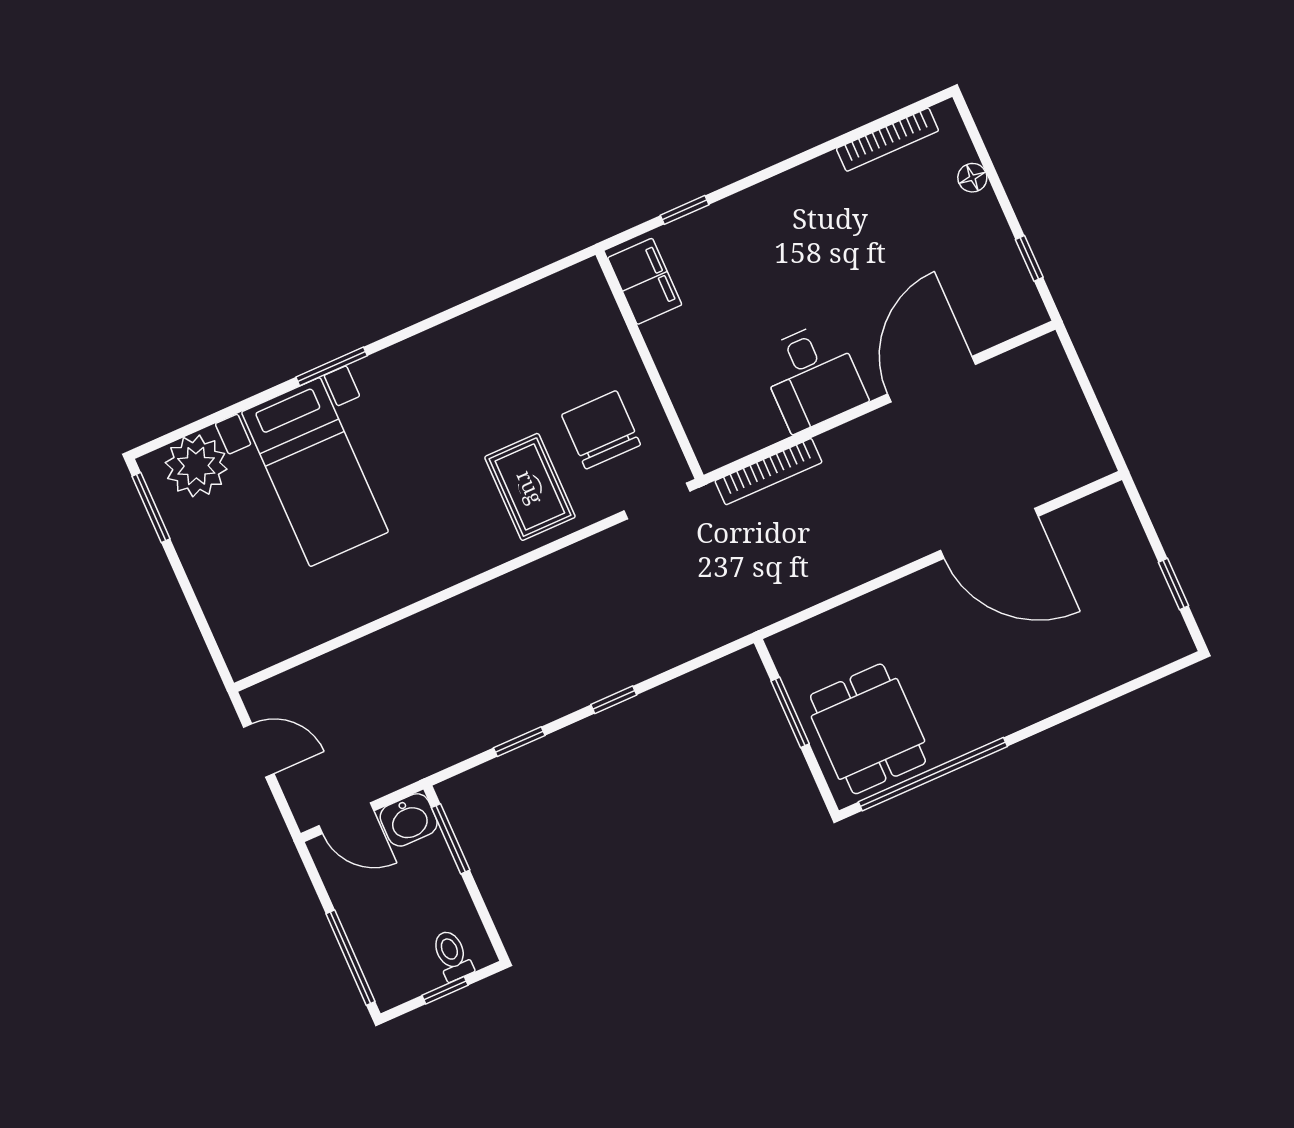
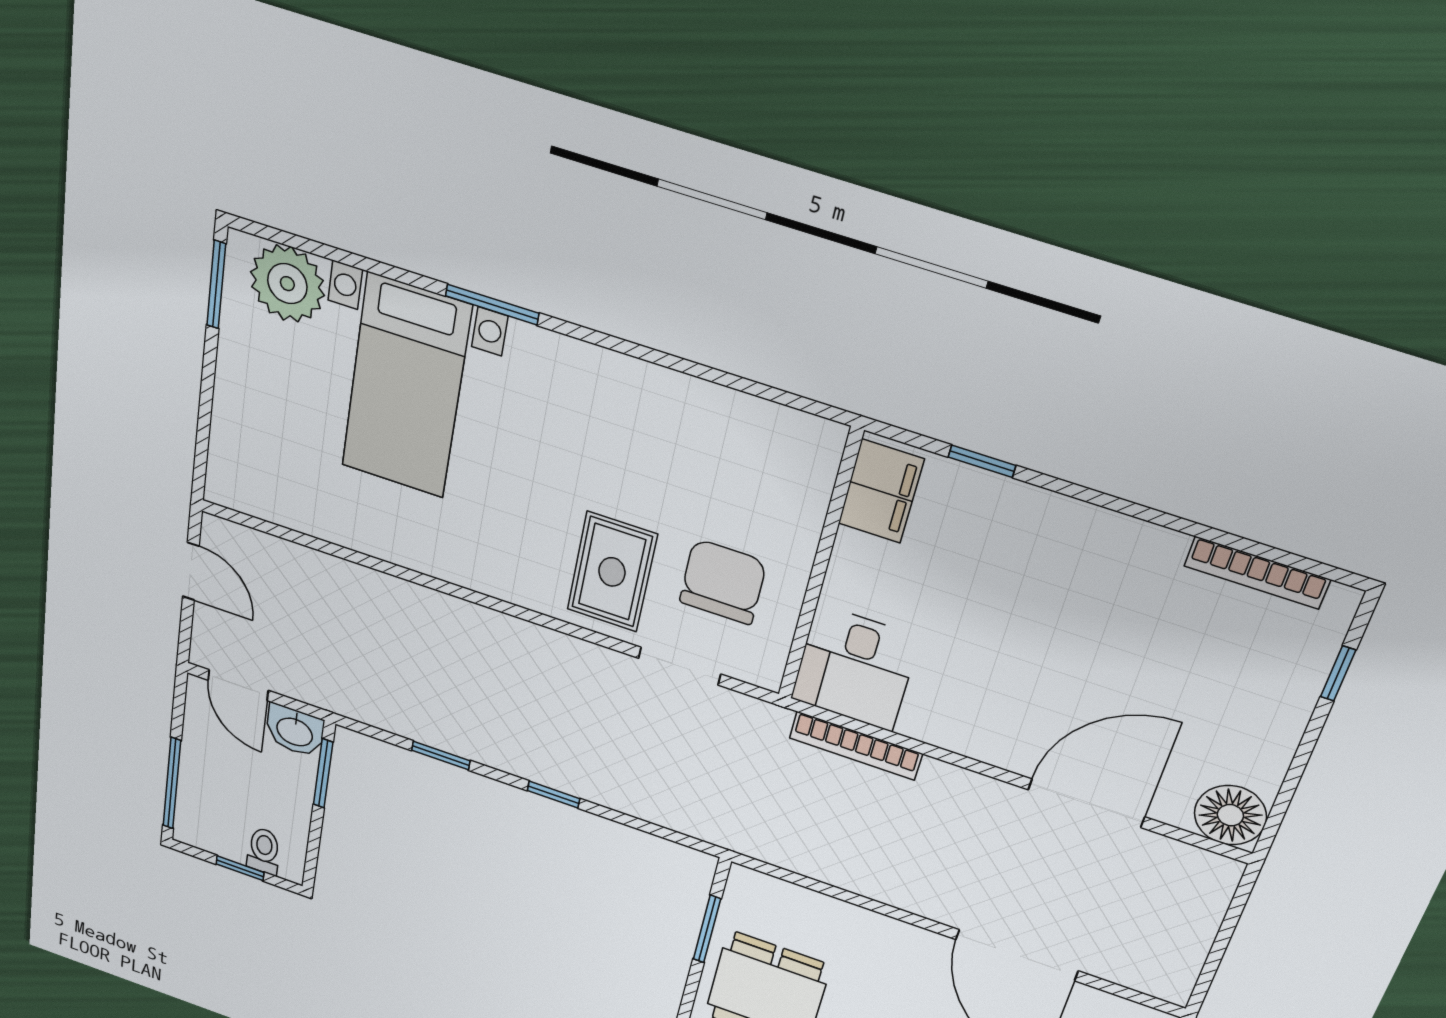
floor lamp: (972, 178) -> (1230, 815), moved, width x1.89, depth x1.89
window: (1029, 258) -> (1338, 673), moved
desk: (812, 376) -> (855, 668), moved
doorway: (657, 501) -> (680, 666), moved

